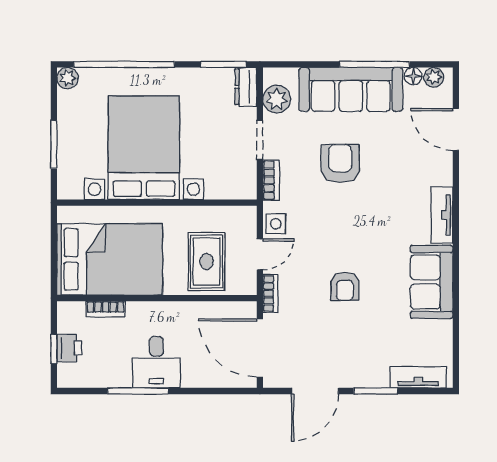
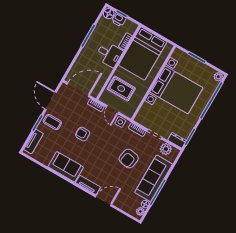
door: (456, 130) -> (103, 201), moved
armchair: (340, 163) -> (129, 159), turned 100
desk: (156, 362) -> (109, 54), moved, turned 180
coffee table: (356, 362) -> (52, 122), added
floor lamp: (69, 376) -> (109, 14), added

